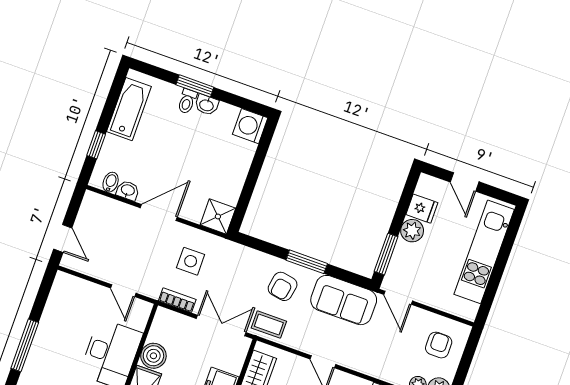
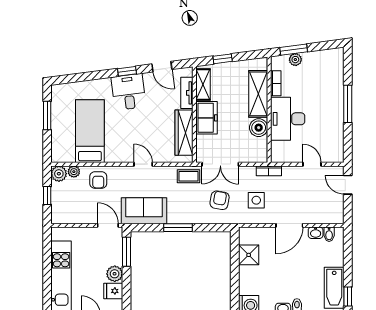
window: (96, 145) -> (348, 296), moved
shower: (218, 216) -> (249, 255), moved
armchair: (283, 286) -> (220, 200), moved
door: (123, 291) -> (312, 164), moved
bookcase: (177, 300) -> (269, 171), moved
armchair: (439, 345) -> (98, 180), moved
window: (464, 366) -> (47, 195), added

